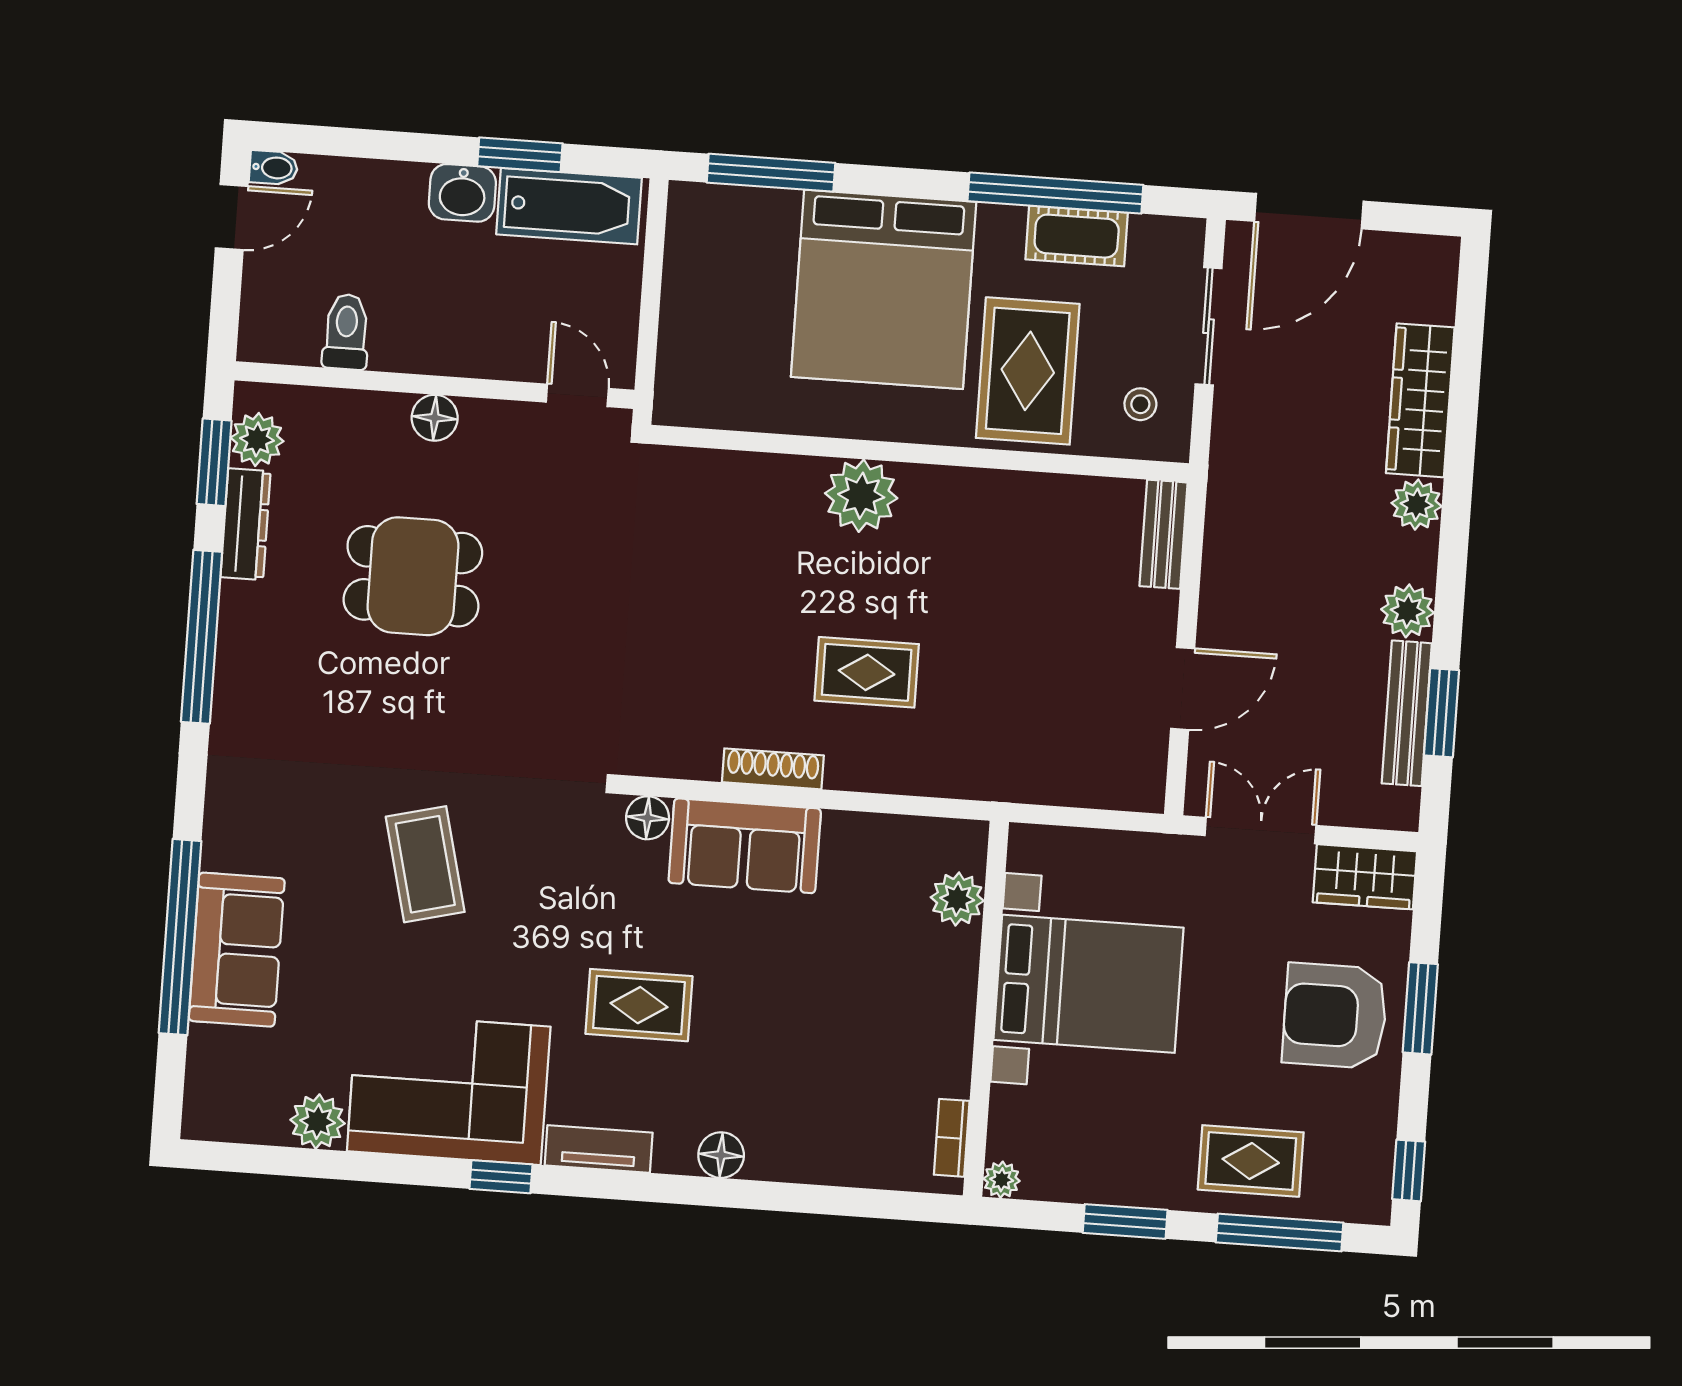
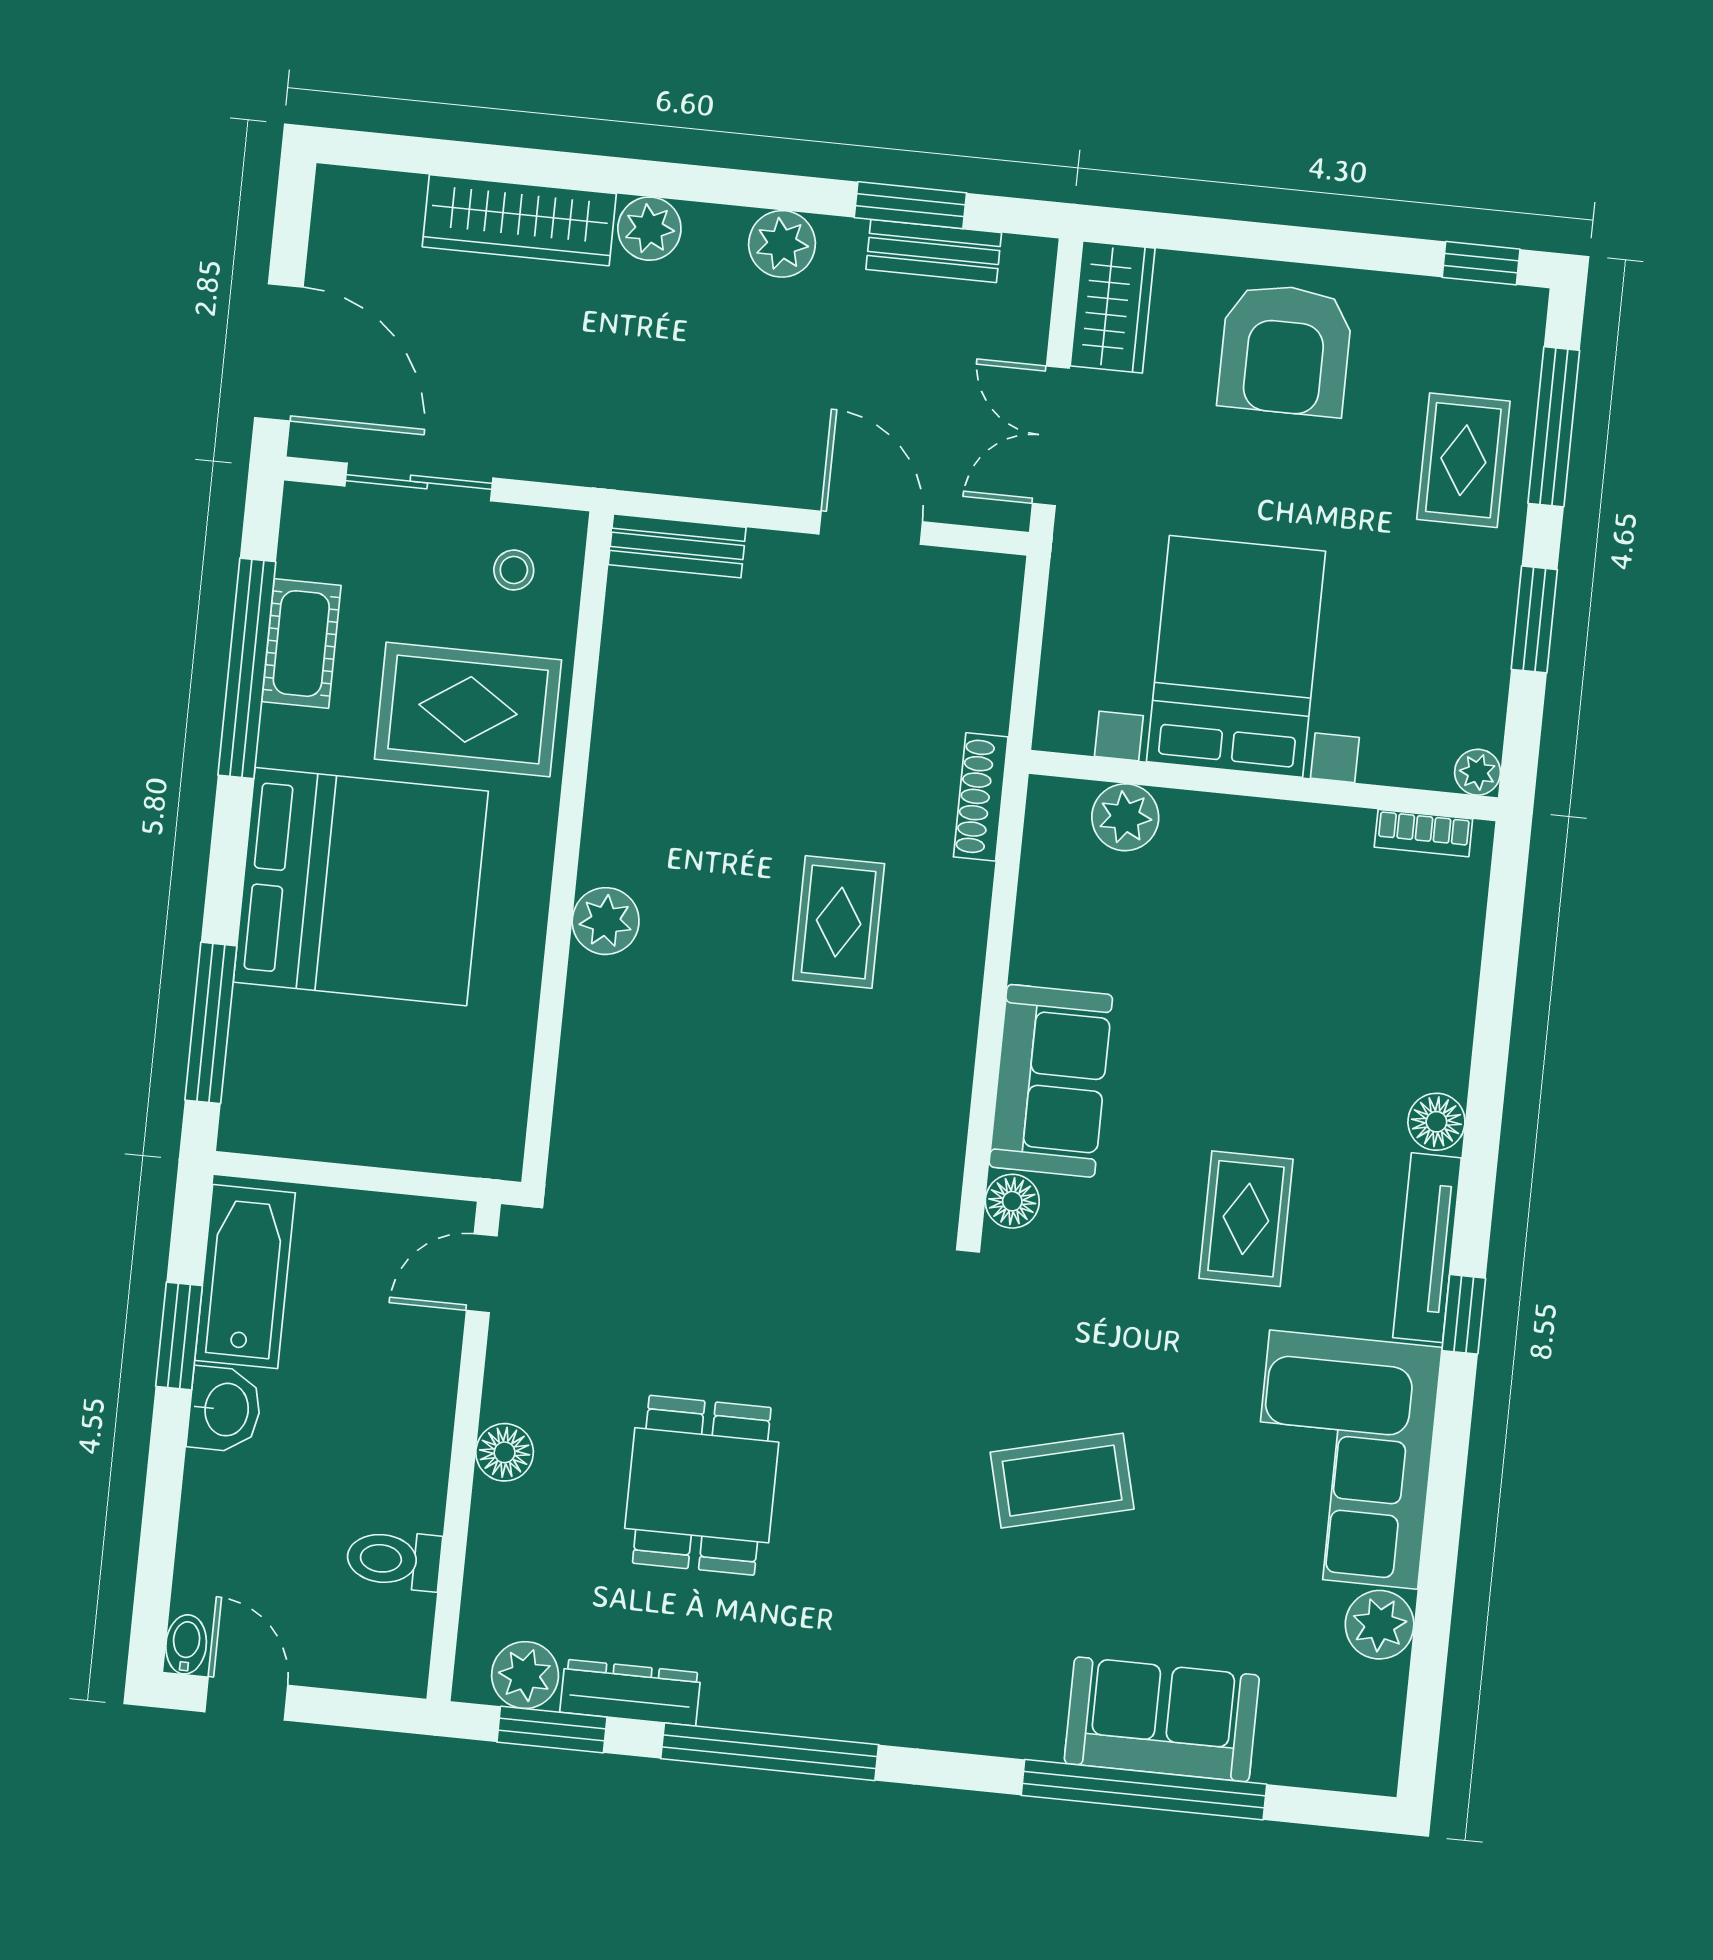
plant: (861, 496) -> (606, 921), width x0.73, depth x0.73
bench: (1407, 713) -> (934, 251), width x0.73
shoe rack: (773, 769) -> (981, 797), moved
window: (1420, 1008) -> (1279, 243), removed
tv unit: (599, 1149) -> (1427, 1248), width x1.41
window: (501, 1177) -> (1464, 1314), moved

